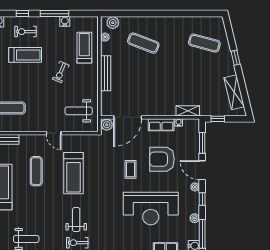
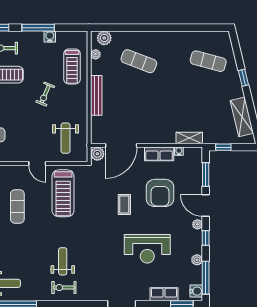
treadmill: (84, 48) -> (72, 66), turned 180
weight bench: (79, 111) -> (65, 138), turned -90
armchair: (162, 159) -> (160, 193), turned -90
treadmill: (73, 173) -> (63, 193), moved
reception desk: (151, 209) -> (147, 249), width x0.74, depth x0.77

